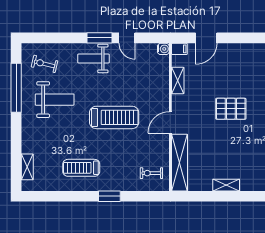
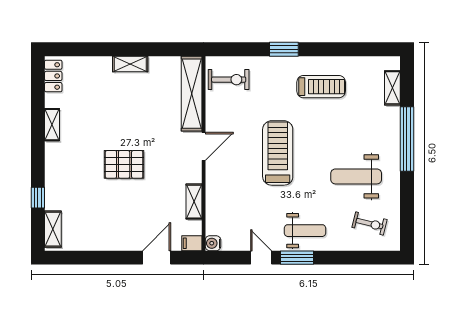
window: (16, 88) -> (407, 139), moved
treadmill: (114, 117) -> (278, 153), turned 90
exercise bike: (151, 173) -> (229, 80), width x1.38, depth x1.39

